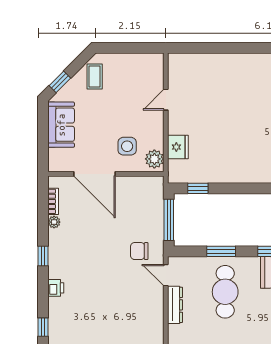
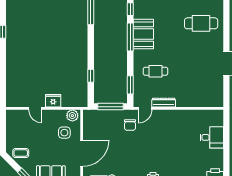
fridge: (178, 147) -> (53, 101), moved
window: (198, 188) -> (91, 76), moved
window: (221, 251) -> (130, 85), moved
cafe table: (225, 292) -> (155, 71), width x0.73, depth x0.74

